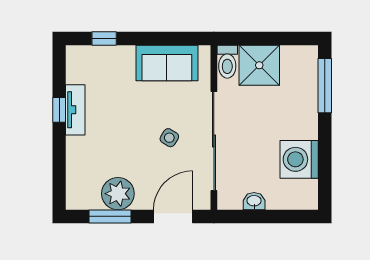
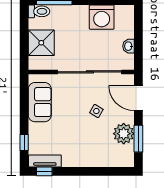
toilet: (227, 62) -> (39, 11), moved
window: (59, 110) -> (44, 171), moved
tv unit: (75, 110) -> (45, 161), moved
side table: (169, 138) -> (96, 111), moved

